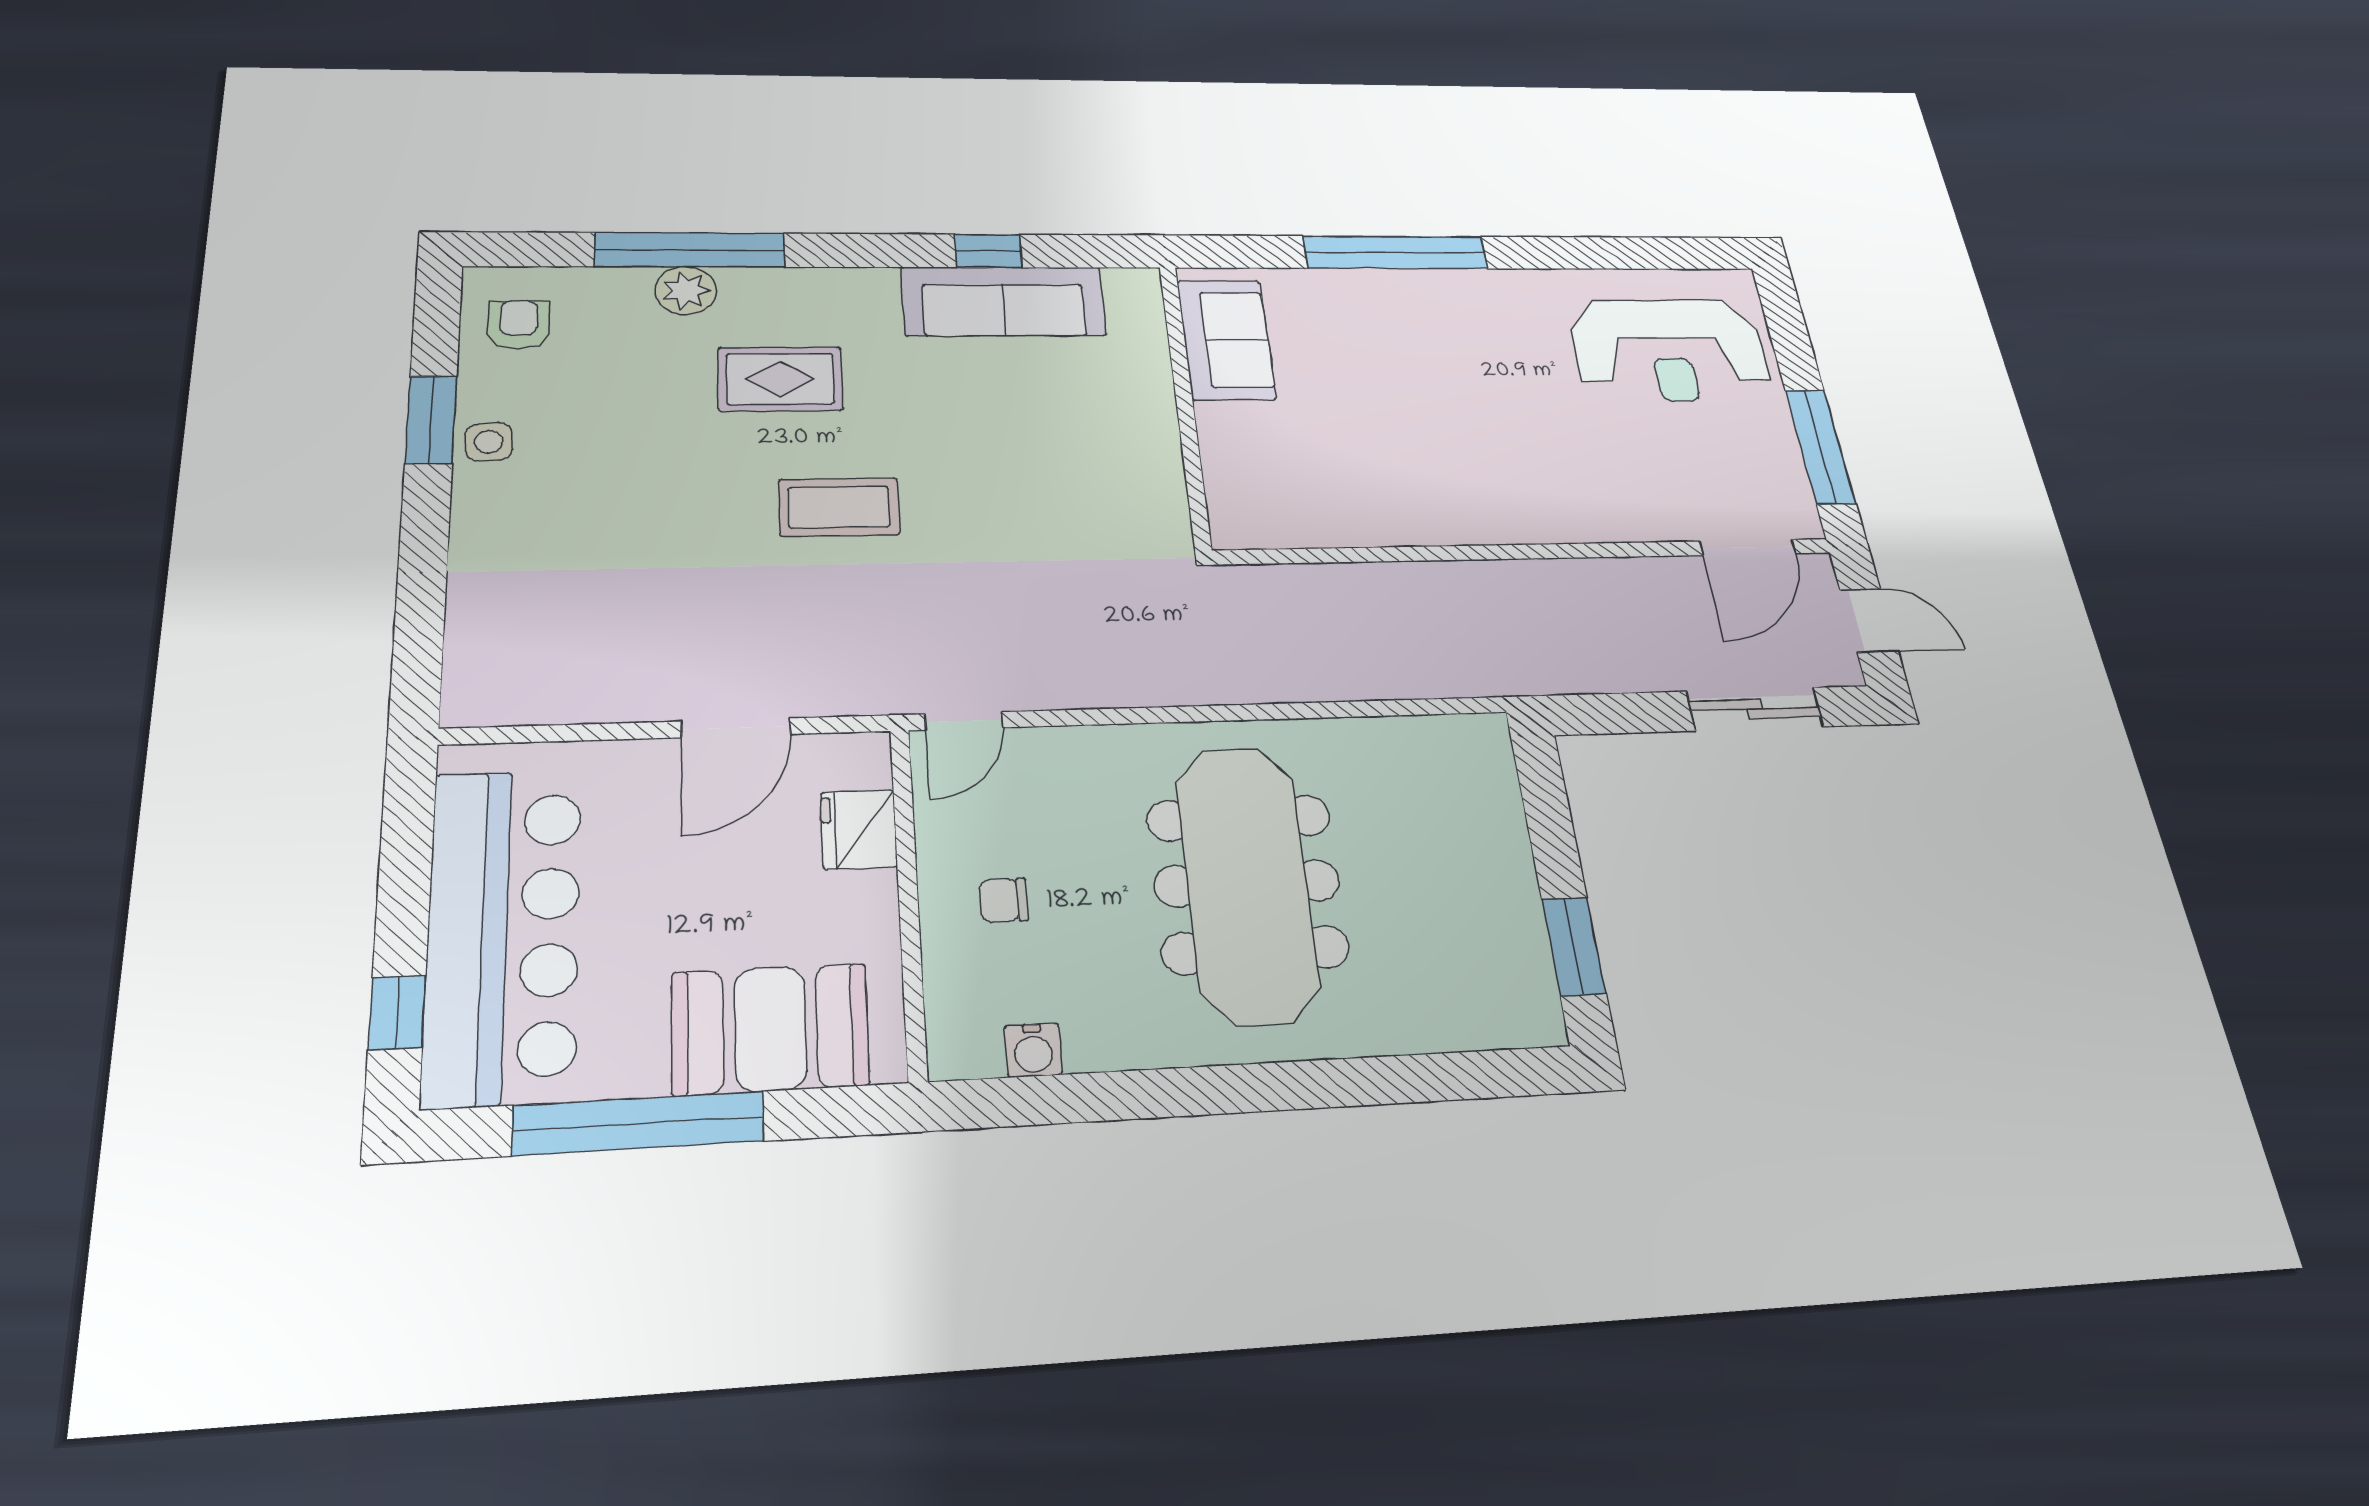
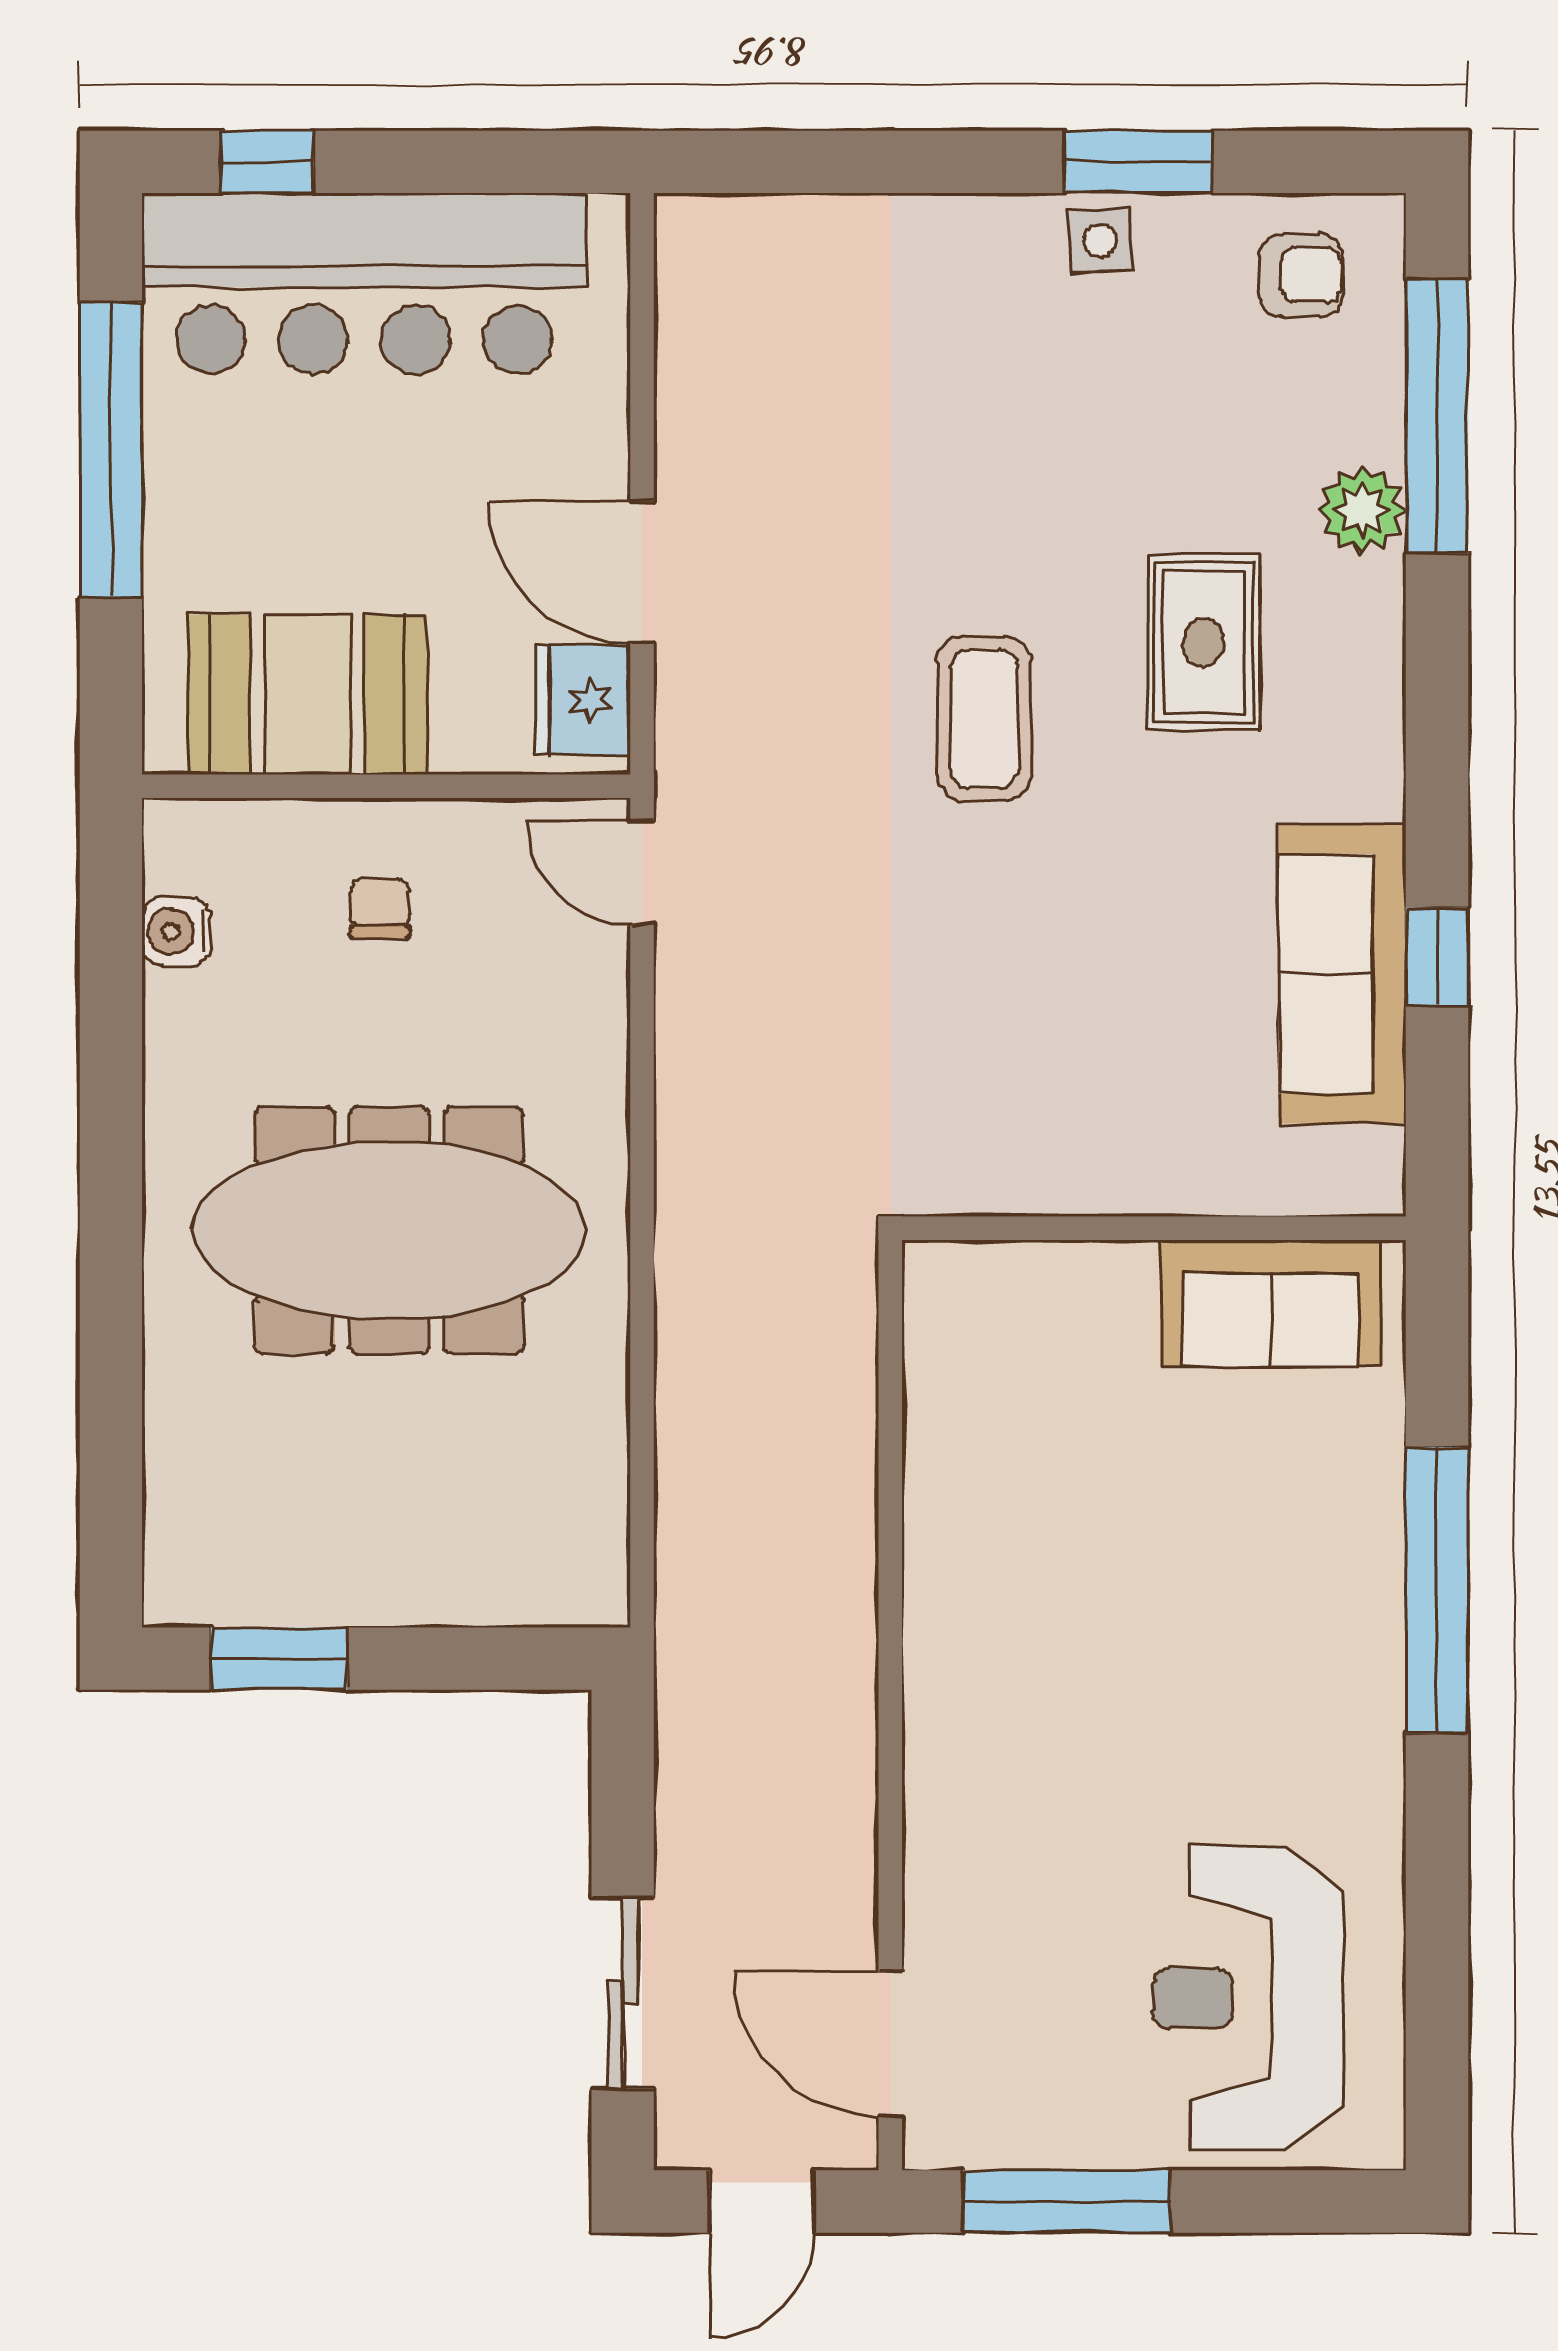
window: (690, 250) -> (1437, 416), moved
fridge: (859, 829) -> (583, 700), moved, turned -90
booth: (770, 1029) -> (307, 695), moved, turned 90

